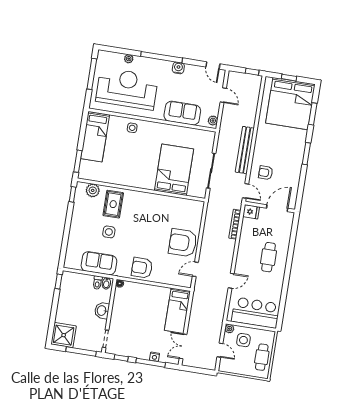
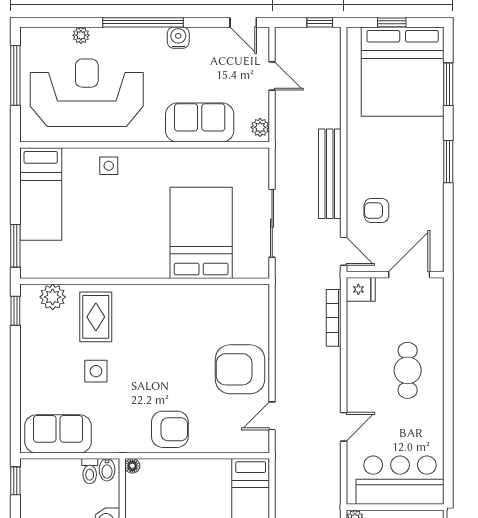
sofa: (99, 263) -> (58, 434), moved
armchair: (142, 268) -> (170, 429), turned 180

